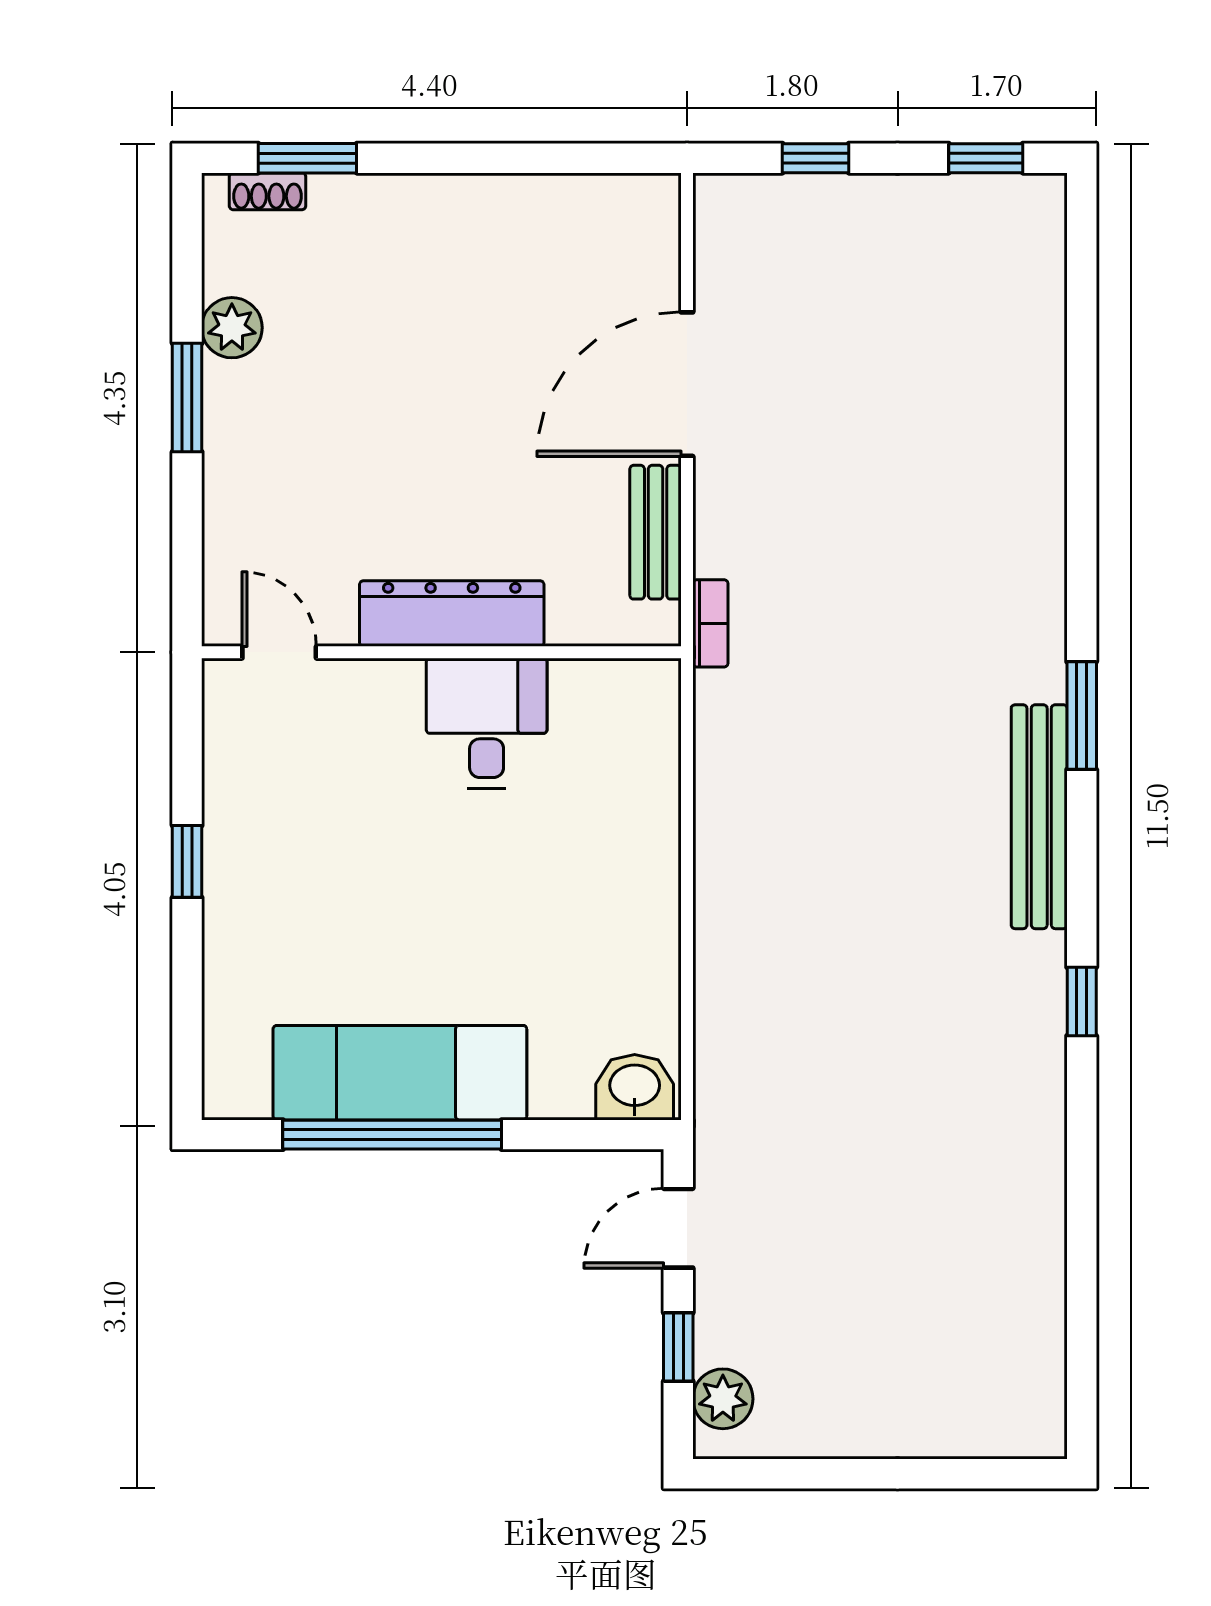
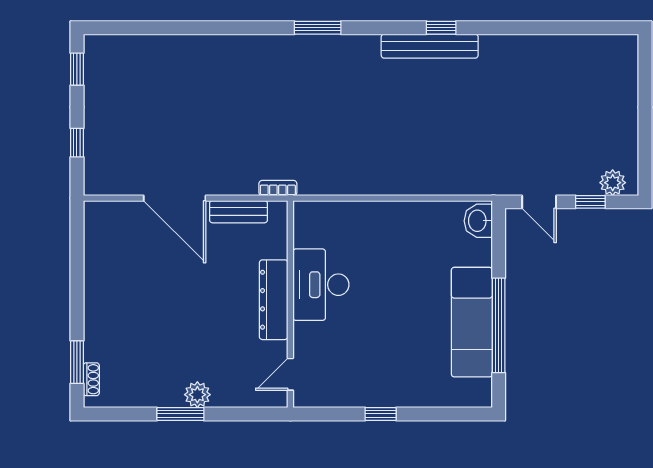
plant: (232, 328) -> (197, 395), moved
desk: (487, 723) -> (321, 285), width x1.37
bench: (1039, 817) -> (430, 46), moved

